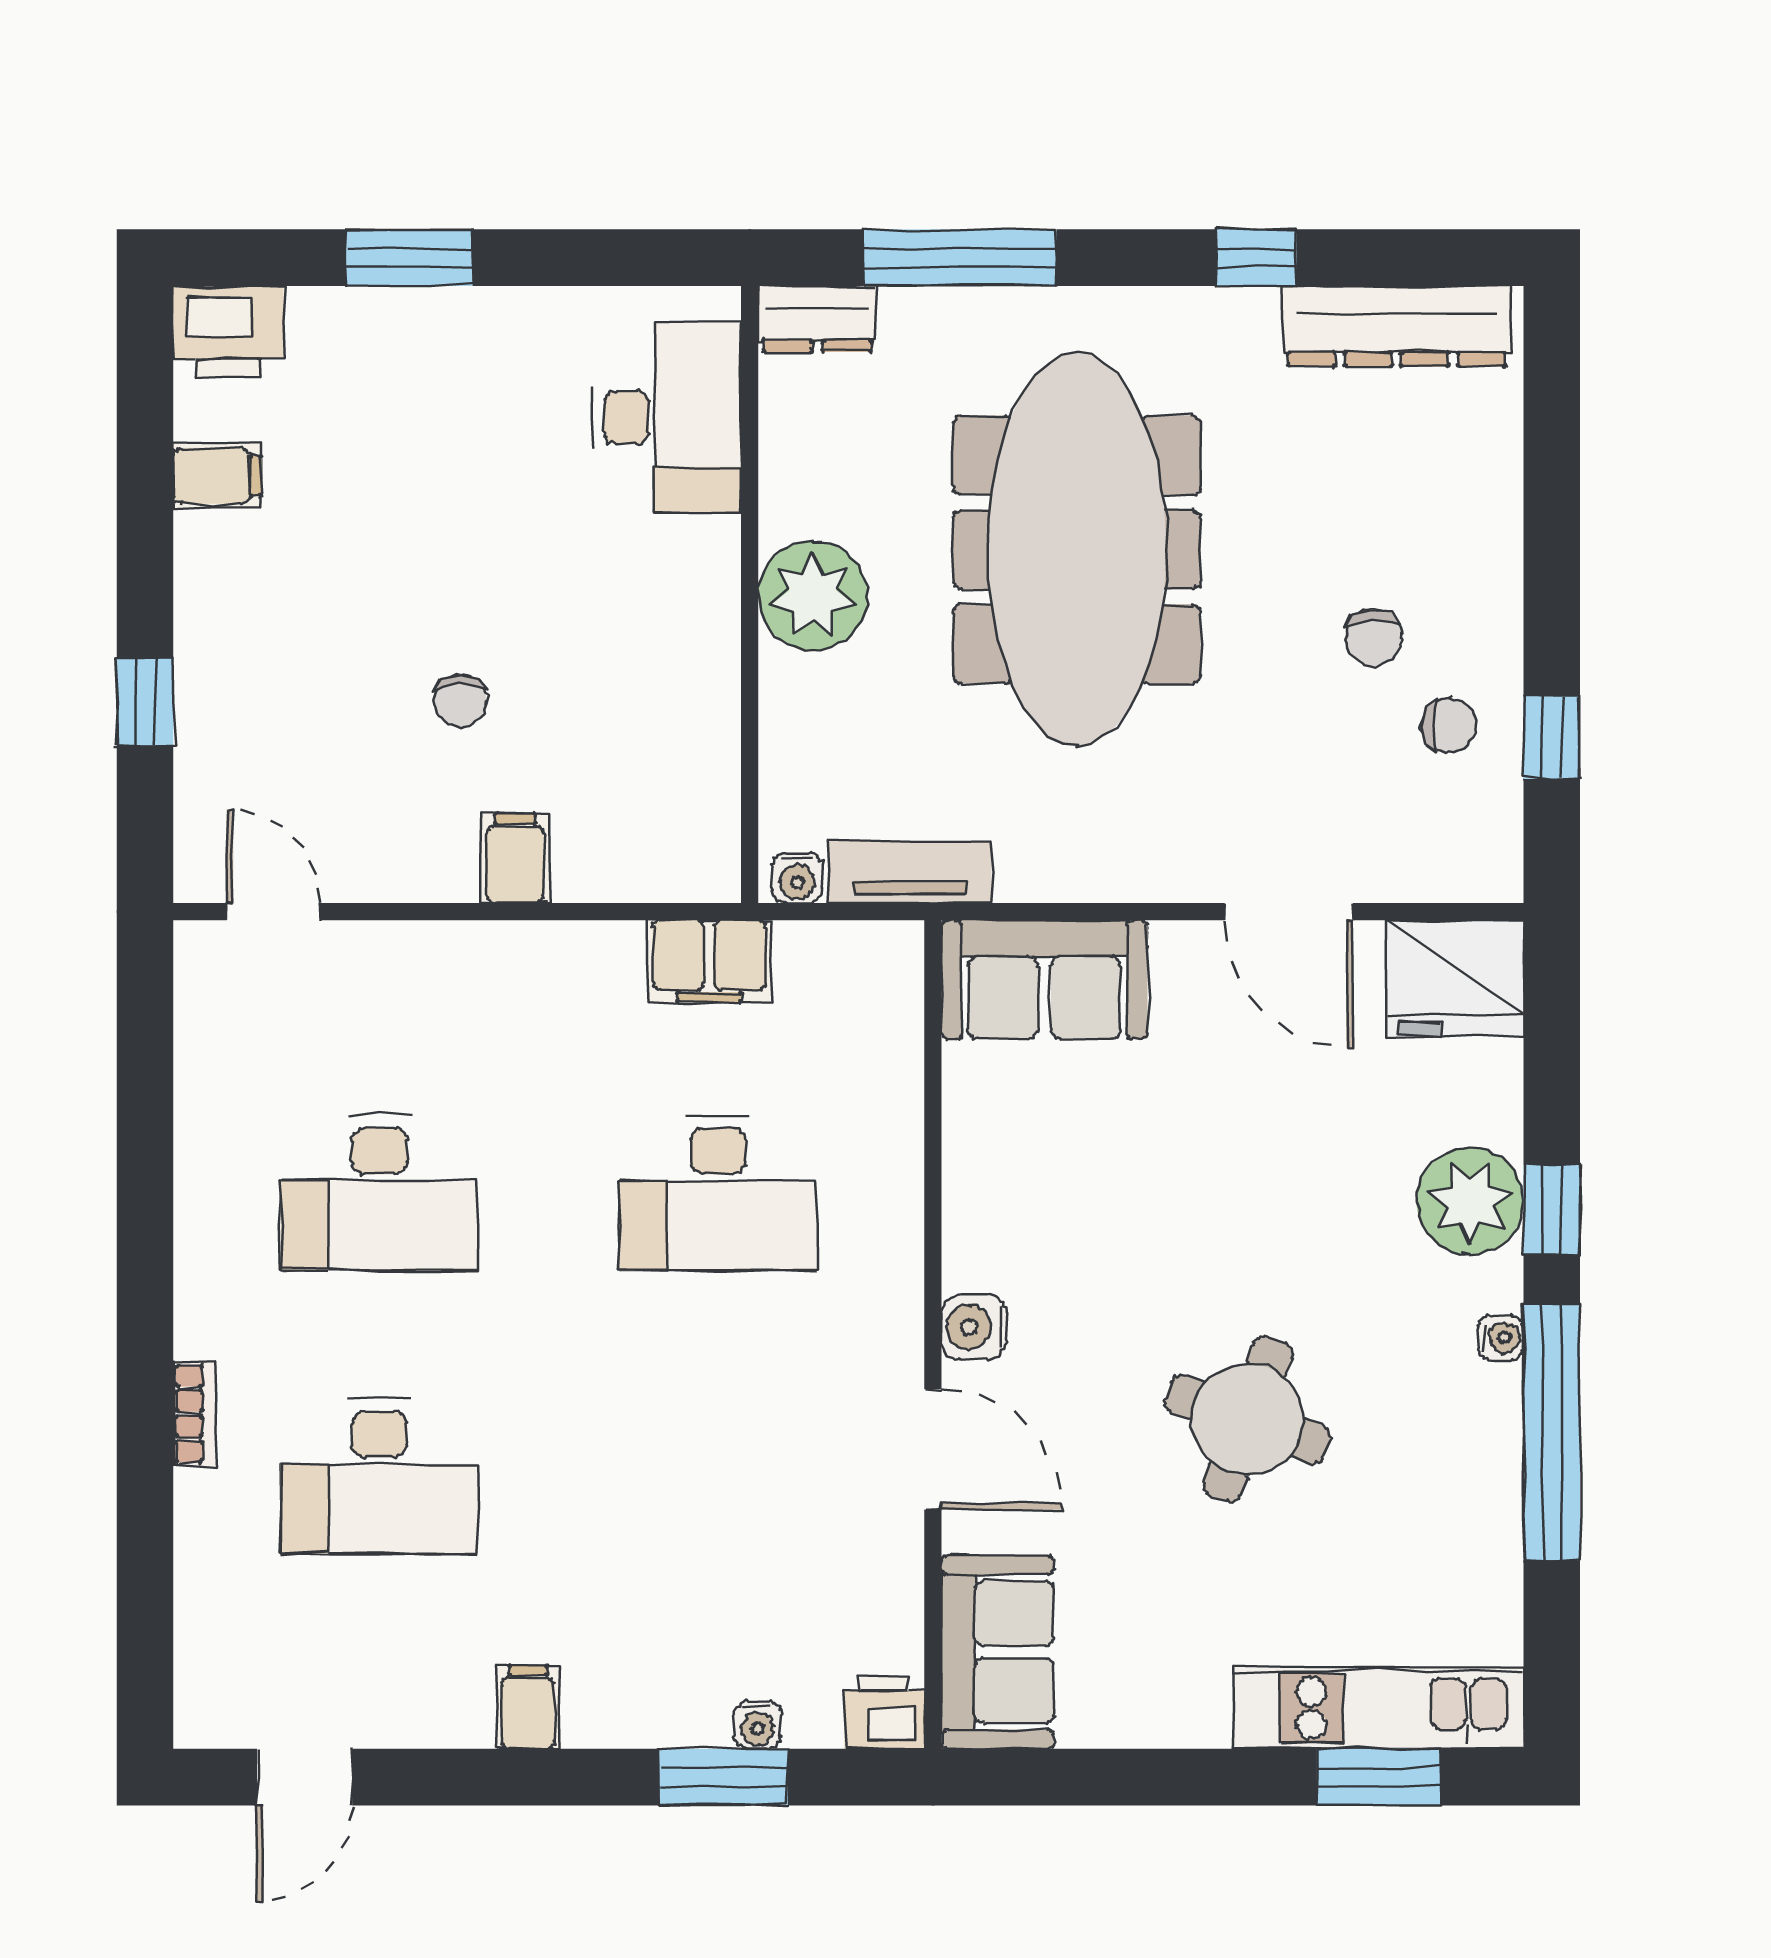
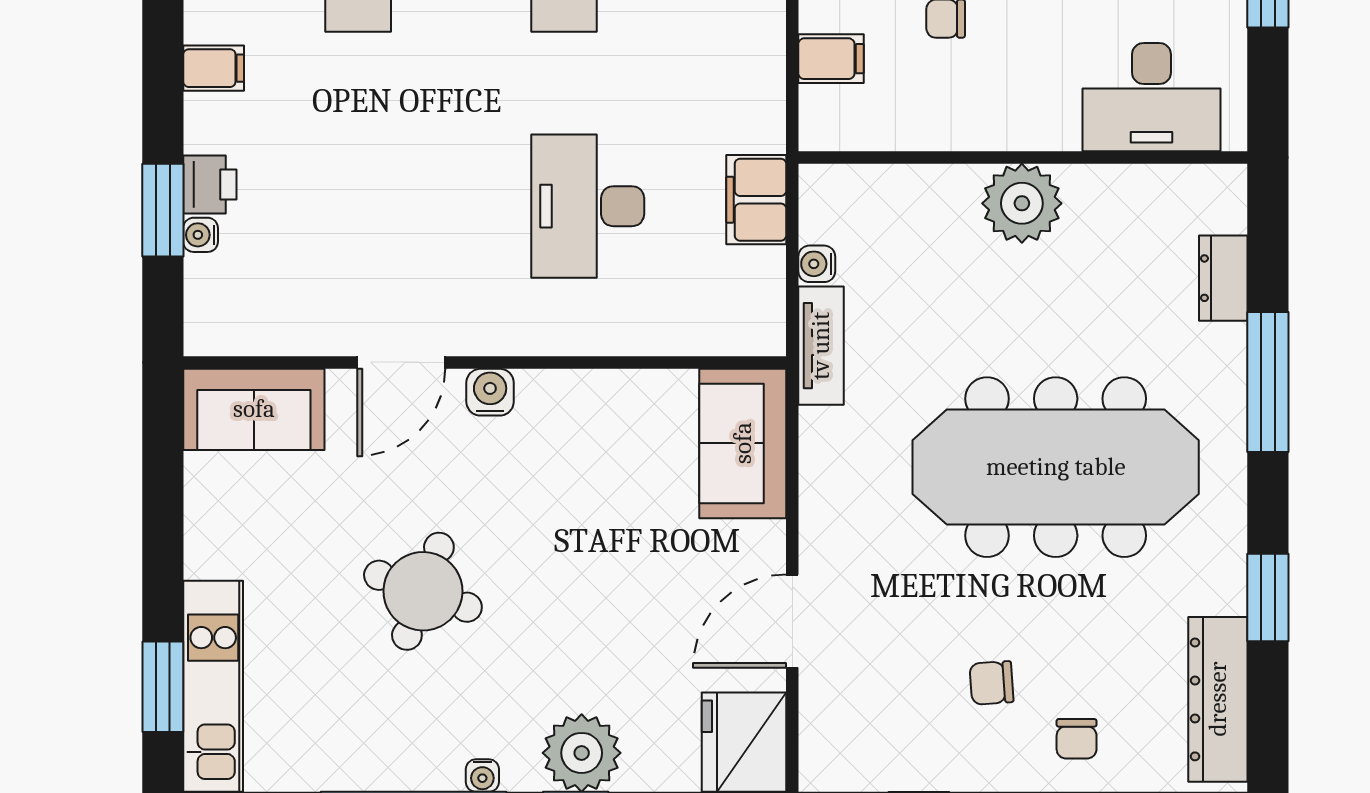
window: (1256, 258) -> (1268, 598), width x1.50
desk: (667, 418) -> (1151, 97), moved
wall: (750, 594) -> (1023, 157), moved
plant: (813, 596) -> (1022, 203), moved
chair: (1449, 725) -> (1077, 739), moved
printer: (884, 1713) -> (210, 184), moved

